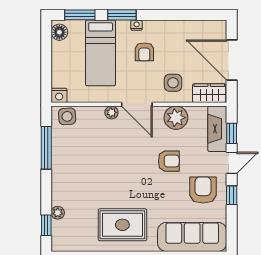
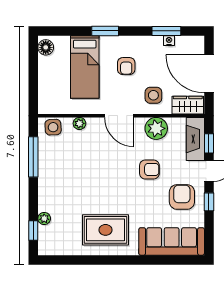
window: (80, 15) -> (166, 31), moved
nightstand: (137, 25) -> (169, 41), moved
nightstand: (59, 95) -> (45, 107), removed
plant: (111, 112) -> (79, 123), moved

